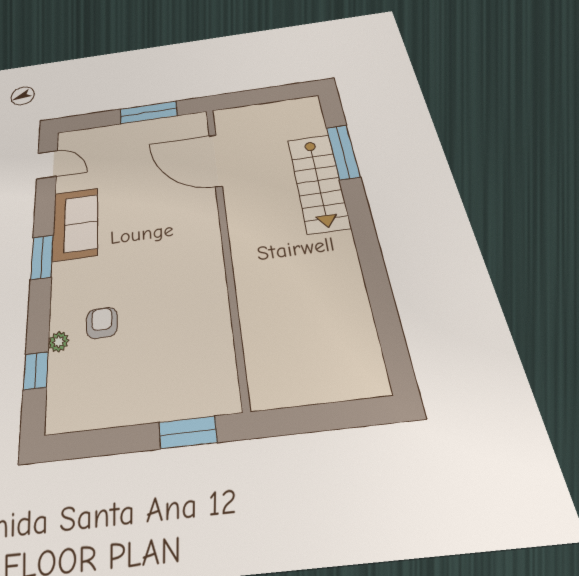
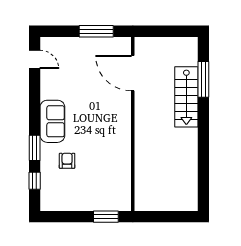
sofa: (75, 224) -> (52, 121), moved
window: (42, 257) -> (35, 148), moved
plant: (59, 342) -> (45, 168), removed

